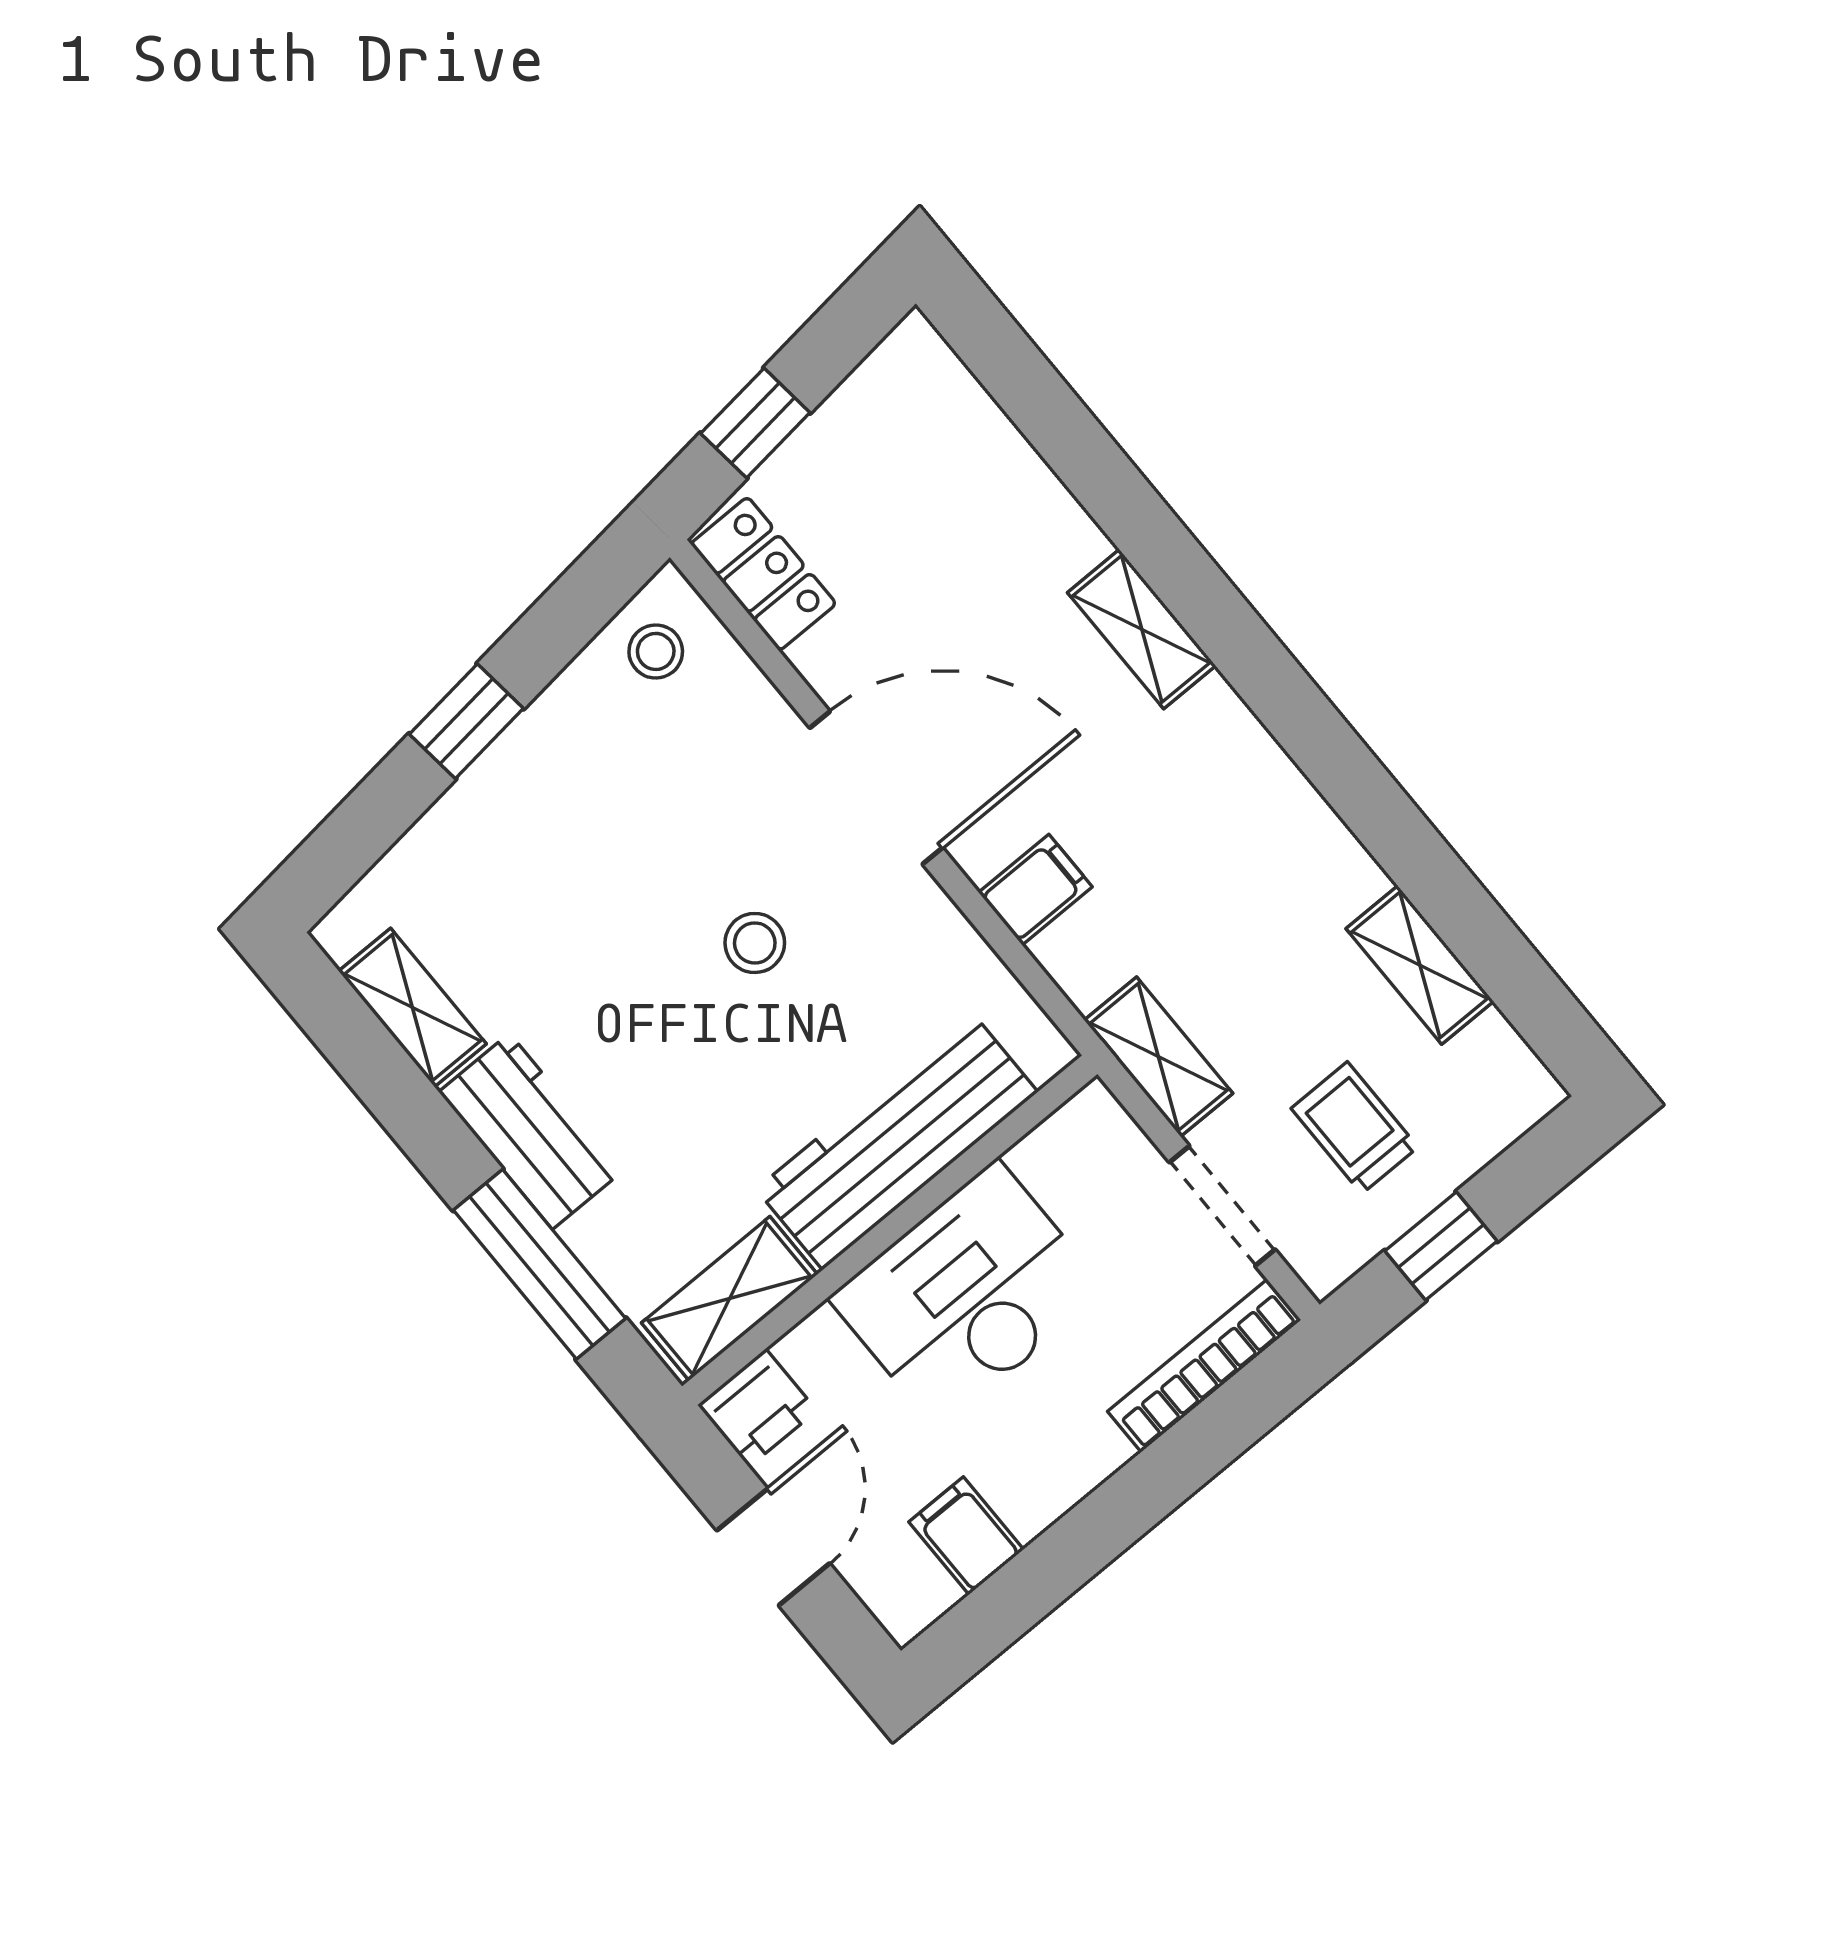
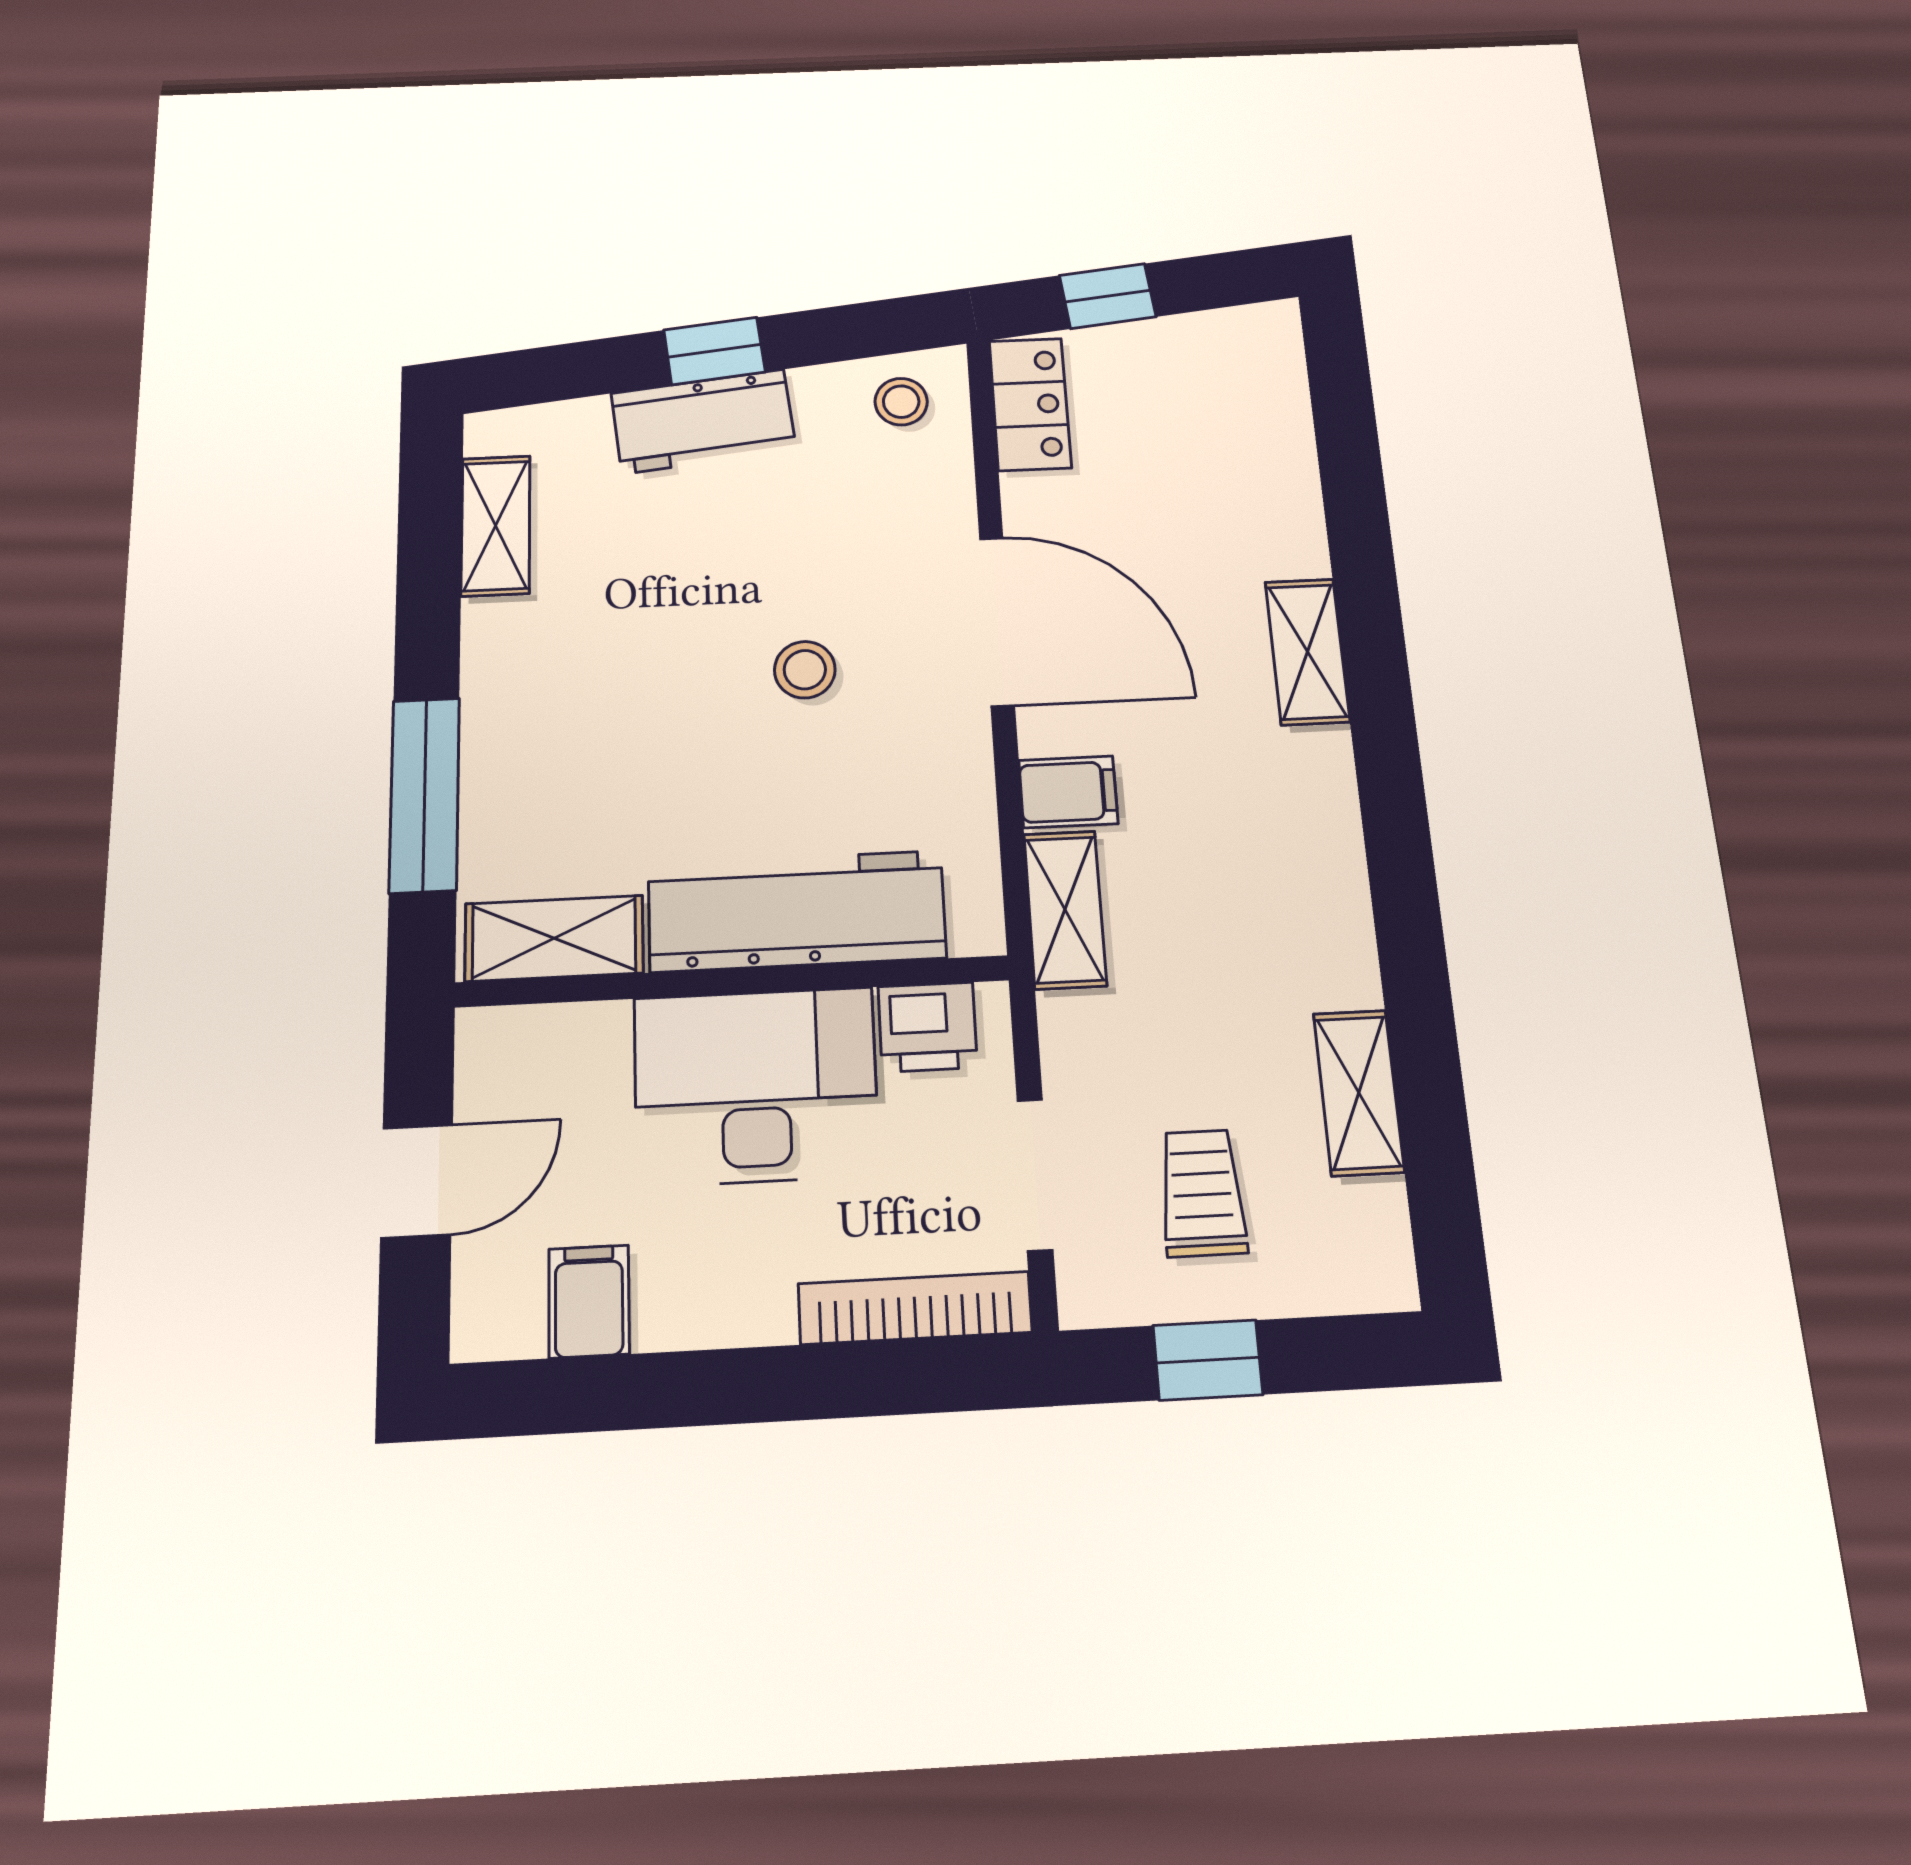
shelving: (1159, 1057) -> (1065, 910), moved
workbench: (531, 1131) -> (703, 421), moved, turned 84
printer: (757, 1408) -> (928, 1027), moved

